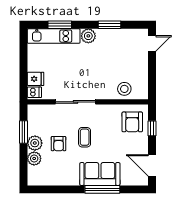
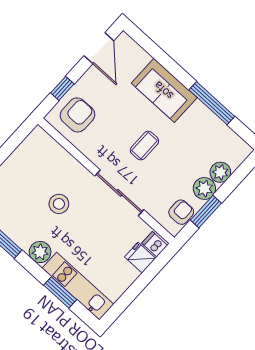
stool: (124, 89) -> (59, 204), moved
armchair: (59, 144) -> (181, 212), moved
window: (102, 189) -> (212, 103), moved

